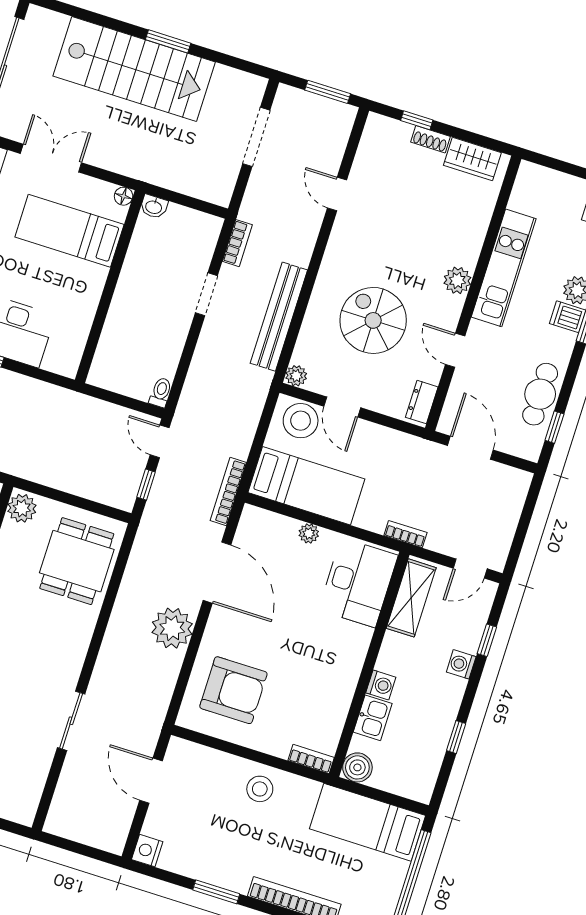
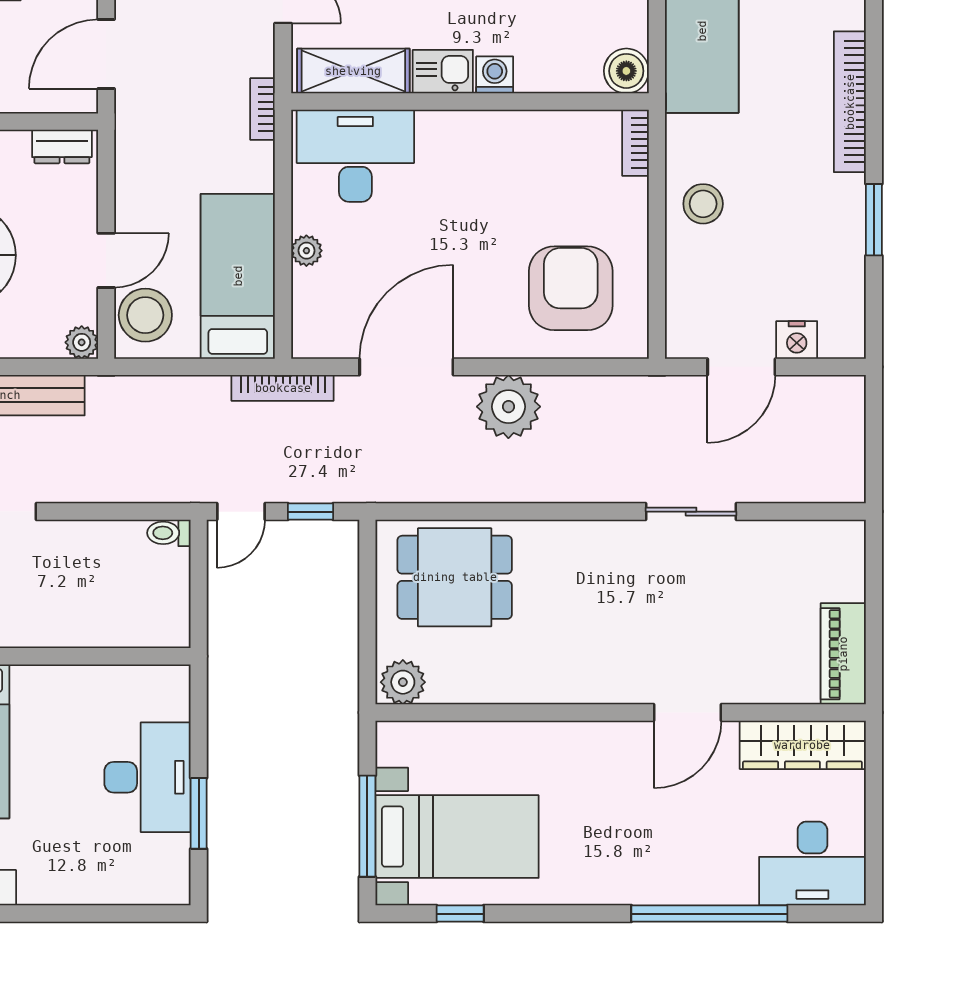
kitchen sink: (373, 718) -> (443, 72), moved
nightstand: (147, 851) -> (797, 340), moved

